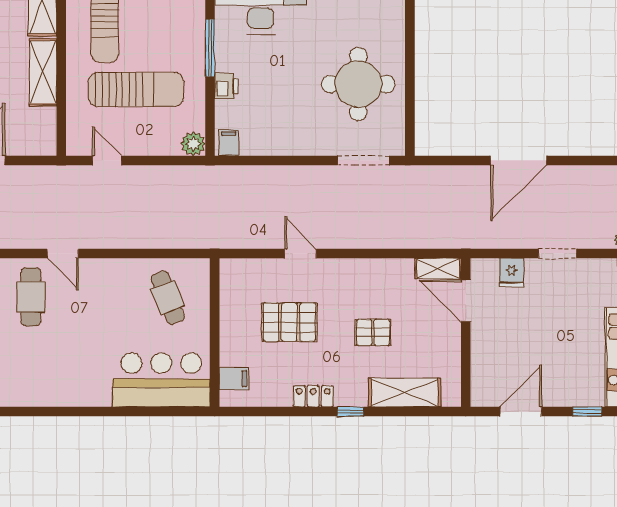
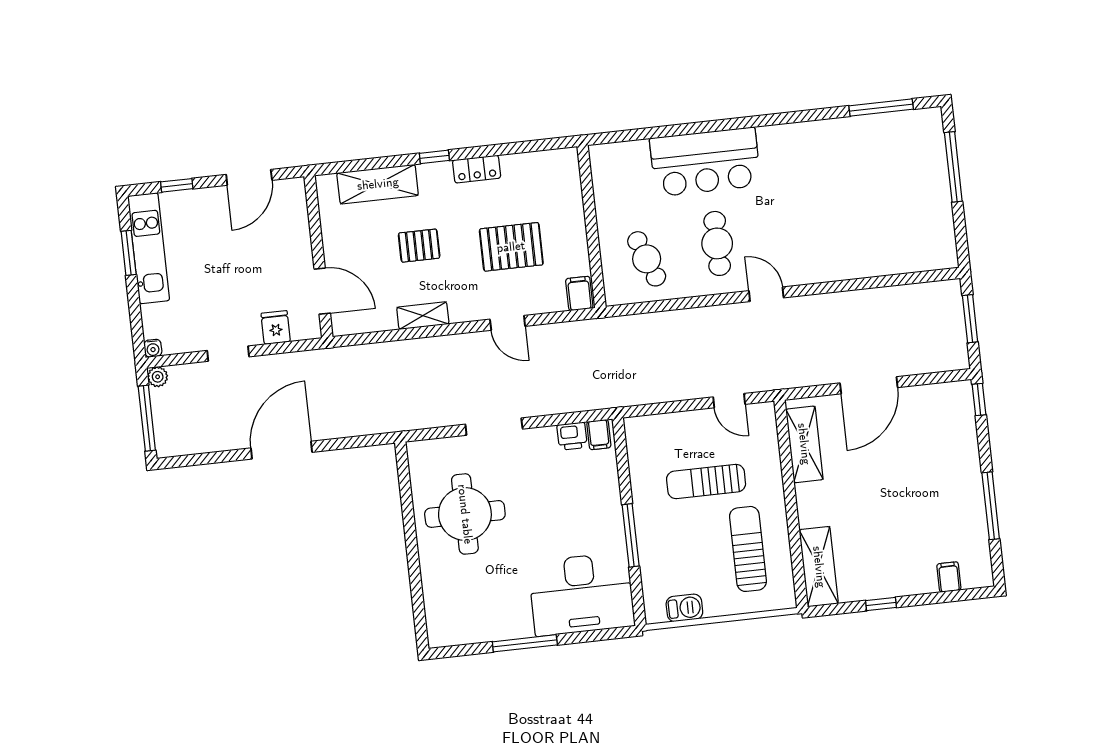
shelving: (43, 72) -> (804, 444), moved
printer: (226, 86) -> (572, 436), moved, turned -90
sun lounger: (136, 89) -> (706, 481), width x0.73, depth x0.75
plant: (193, 144) -> (637, 429), removed
doorway: (364, 160) -> (494, 427), moved
shelving: (438, 268) -> (423, 316), moved
cafe table: (31, 297) -> (717, 243), moved
filing cabinet: (234, 379) -> (579, 293), moved, turned 90
bar counter: (161, 380) -> (705, 162), moved

